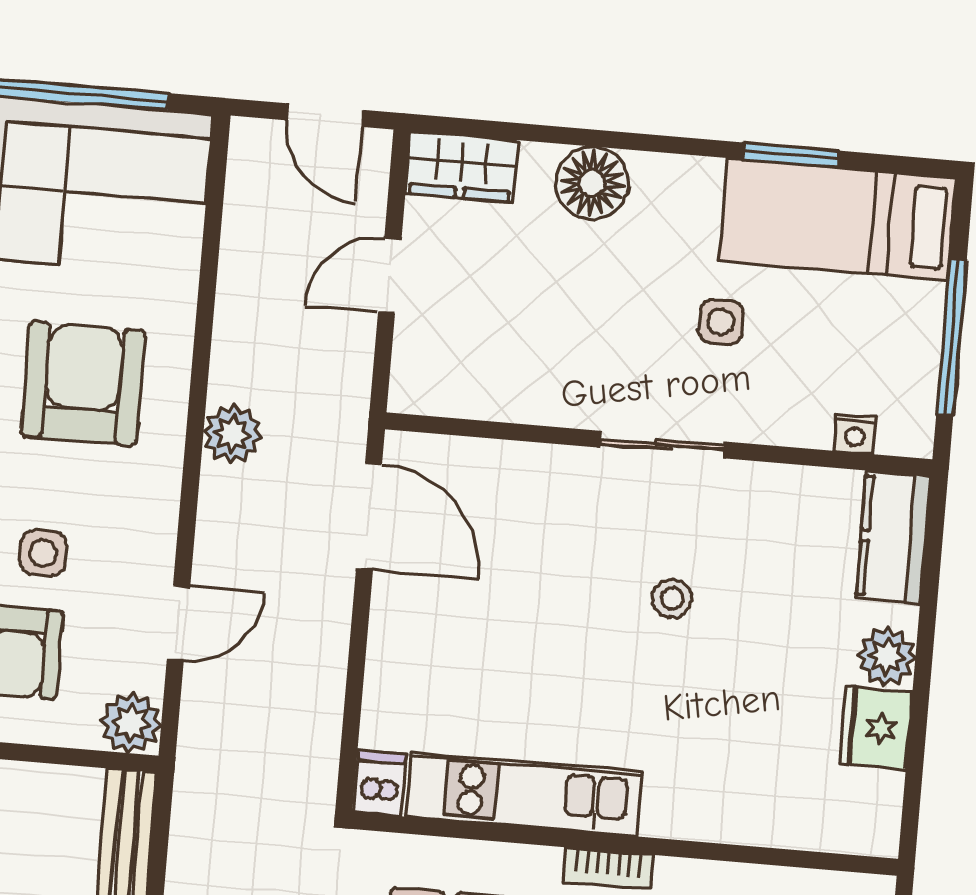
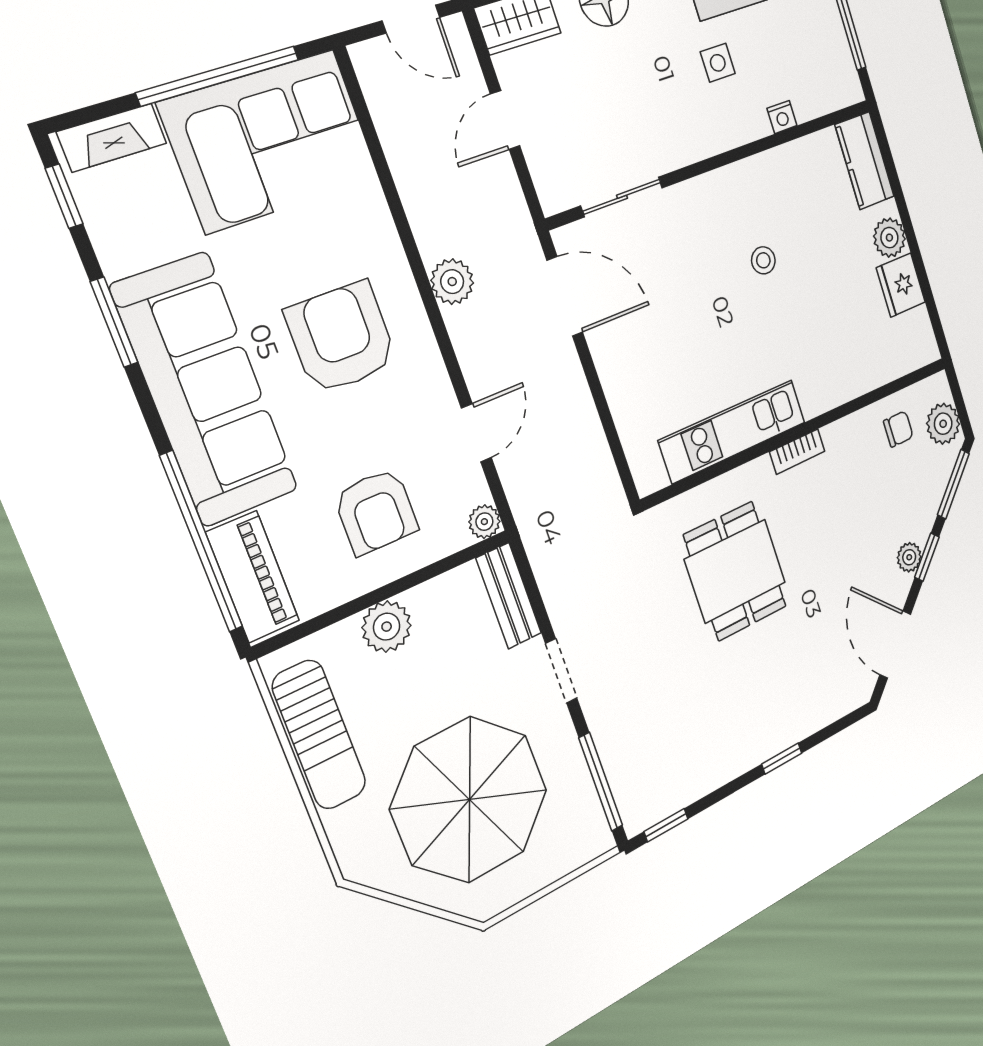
armchair: (83, 383) -> (341, 338), moved
nightstand: (855, 434) -> (782, 117), moved
sliding door: (663, 445) -> (622, 197), moved
side table: (43, 553) -> (363, 431), removed
plant: (131, 723) -> (484, 522), width x0.73, depth x0.73
dishwasher: (380, 783) -> (648, 471), removed

